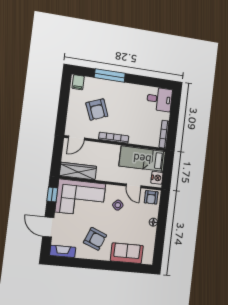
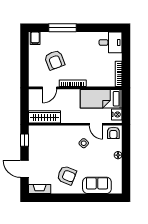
door: (76, 138) -> (50, 88), moved
corner sofa: (80, 198) -> (50, 140), removed

